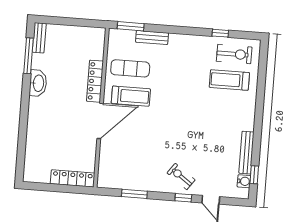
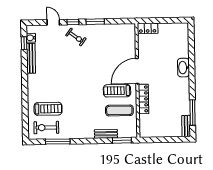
window: (220, 33) -> (58, 142), width x2.17
washbasin: (38, 83) -> (183, 68), moved
locker: (73, 178) -> (148, 28), width x0.66
window: (134, 194) -> (95, 22), moved

